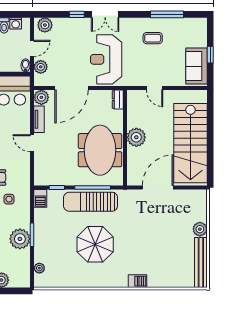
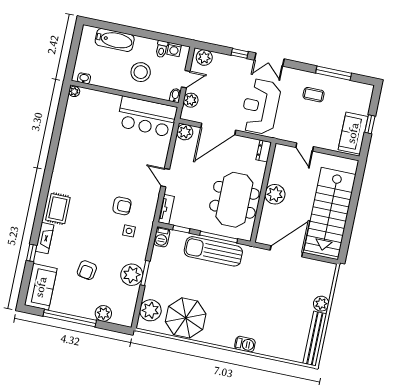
tv unit: (39, 119) -> (166, 209), moved
parasol: (95, 244) -> (186, 318), moved
plant: (39, 268) -> (150, 310), width x1.87, depth x1.87

